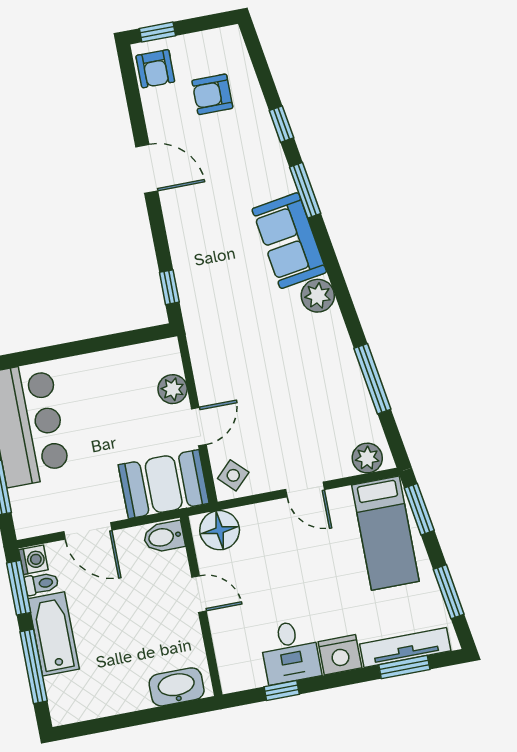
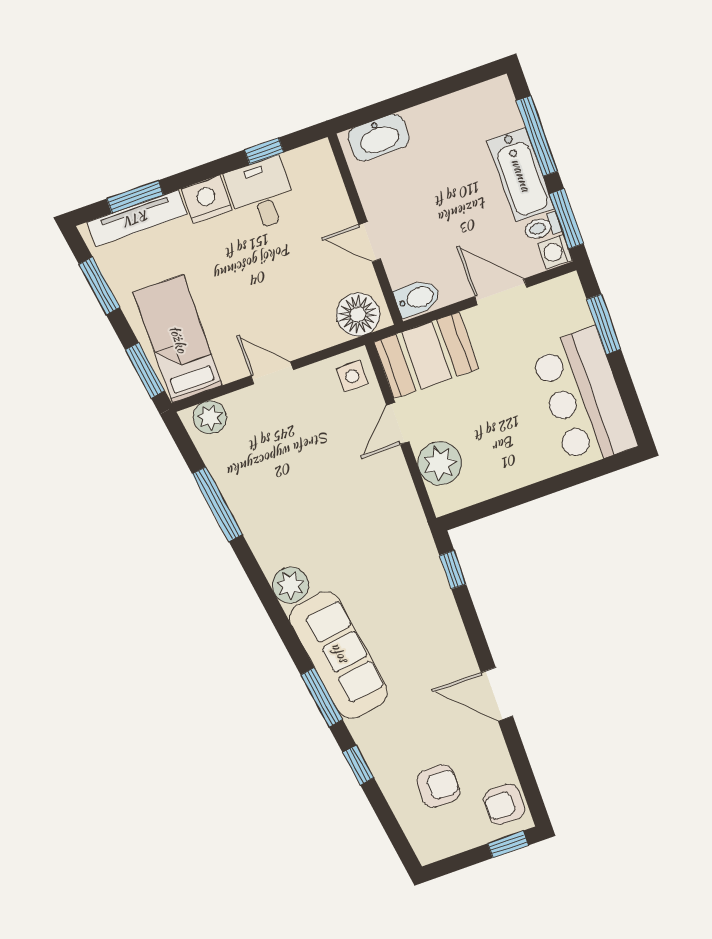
armchair: (155, 69) -> (504, 804), turned -90
sofa: (289, 241) -> (338, 655), width x1.36
plant: (173, 389) -> (440, 463), width x1.36, depth x1.36
side table: (233, 475) -> (352, 376), turned 45

